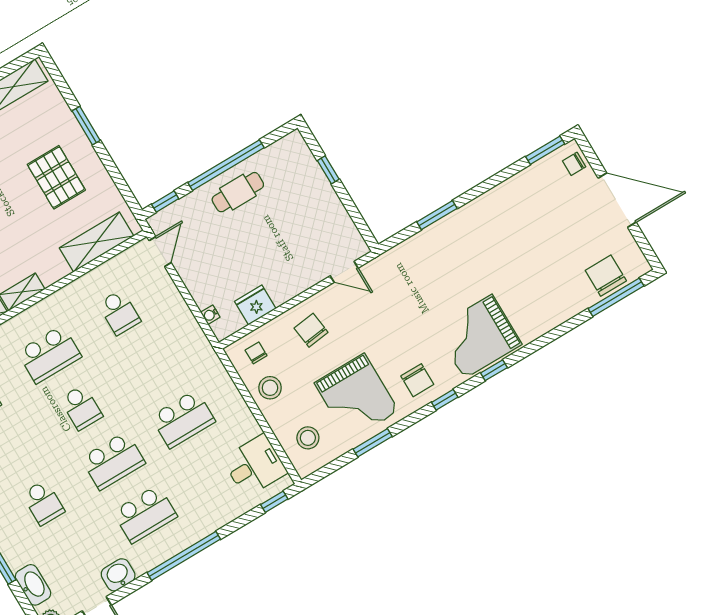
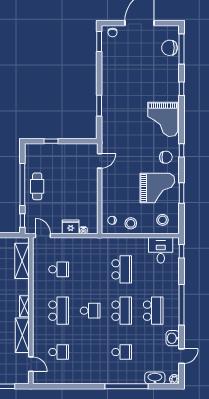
fridge: (255, 305) -> (71, 227), moved, turned 90
chair: (311, 330) -> (116, 190), removed
window: (494, 370) -> (182, 89), moved

